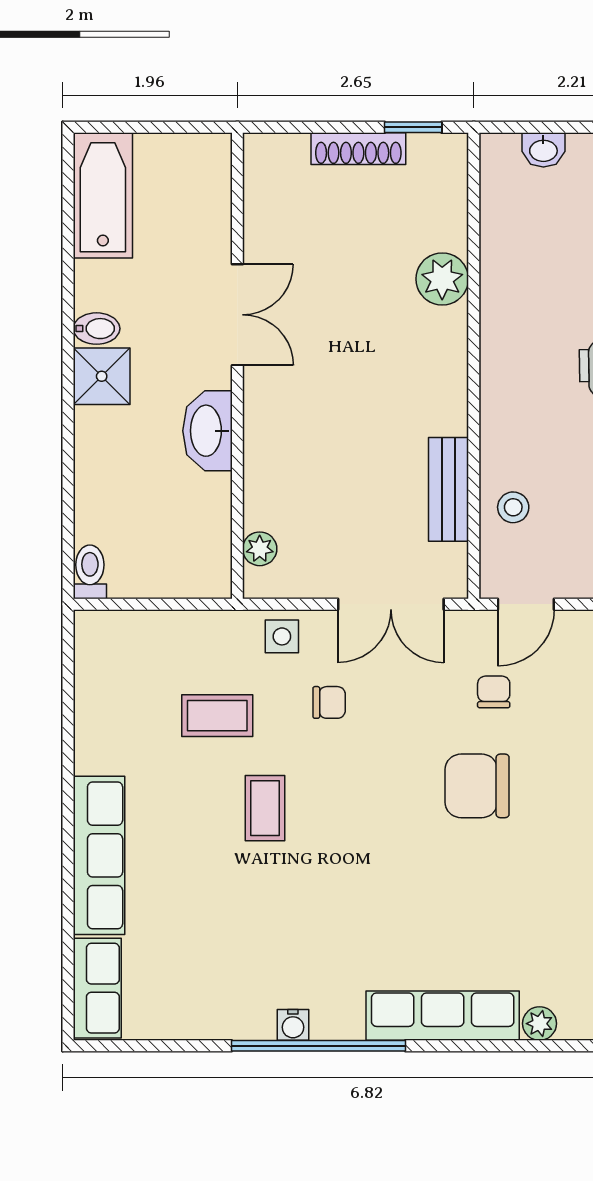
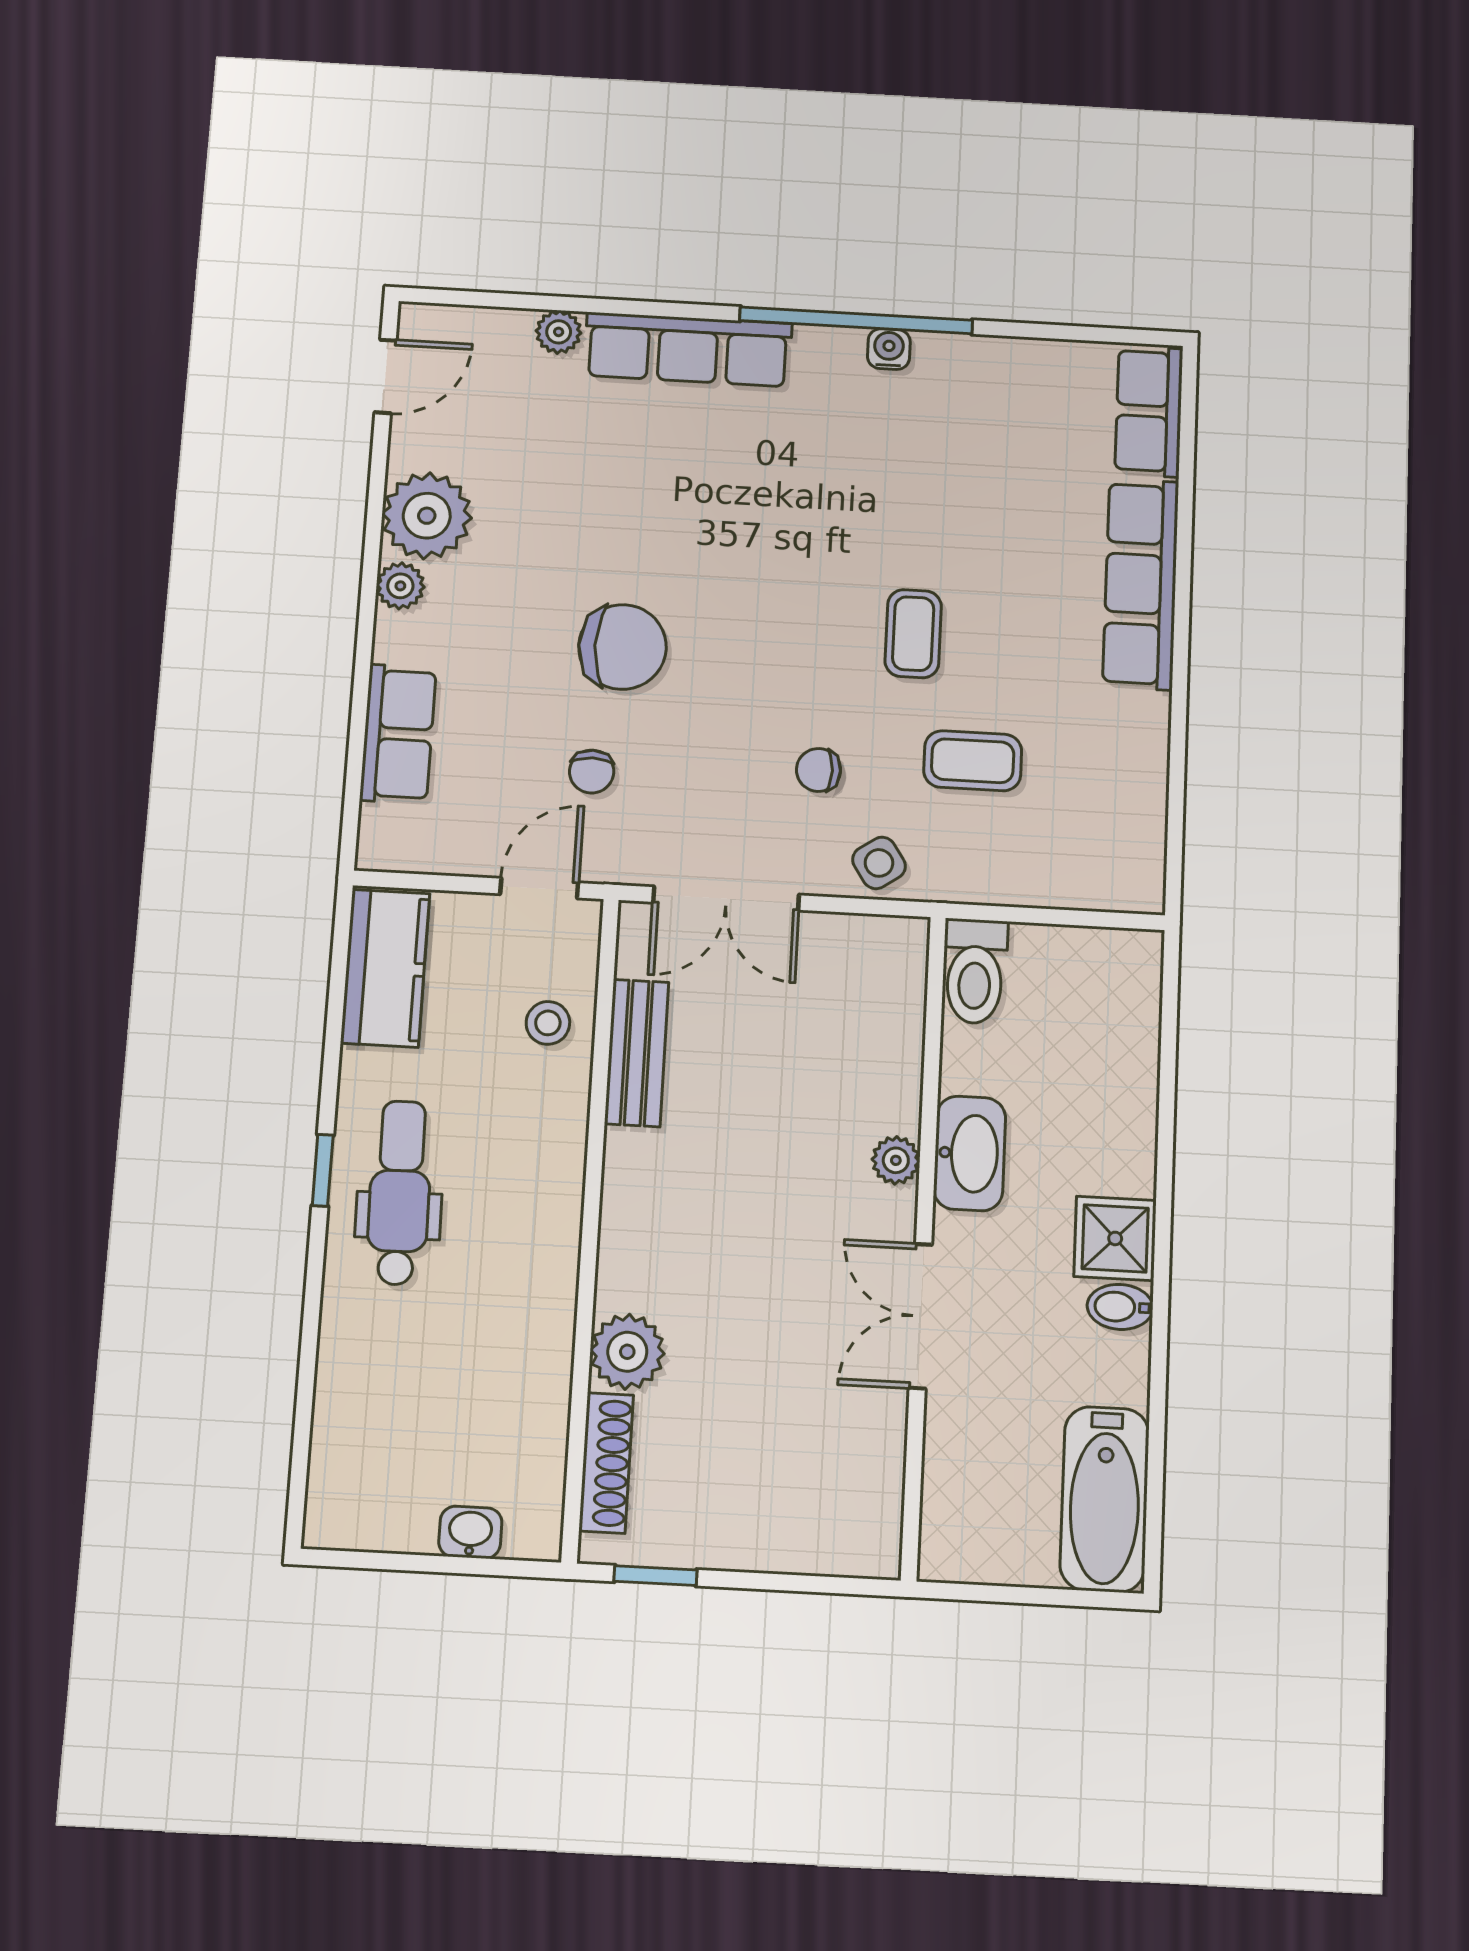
shoe rack: (358, 149) -> (606, 1463), moved, turned 90
plant: (260, 549) -> (896, 1160), moved
toilet: (90, 572) -> (975, 971), moved, width x1.37, depth x1.39
double door: (391, 604) -> (726, 899), swing flipped
side table: (282, 636) -> (879, 863), turned -34

